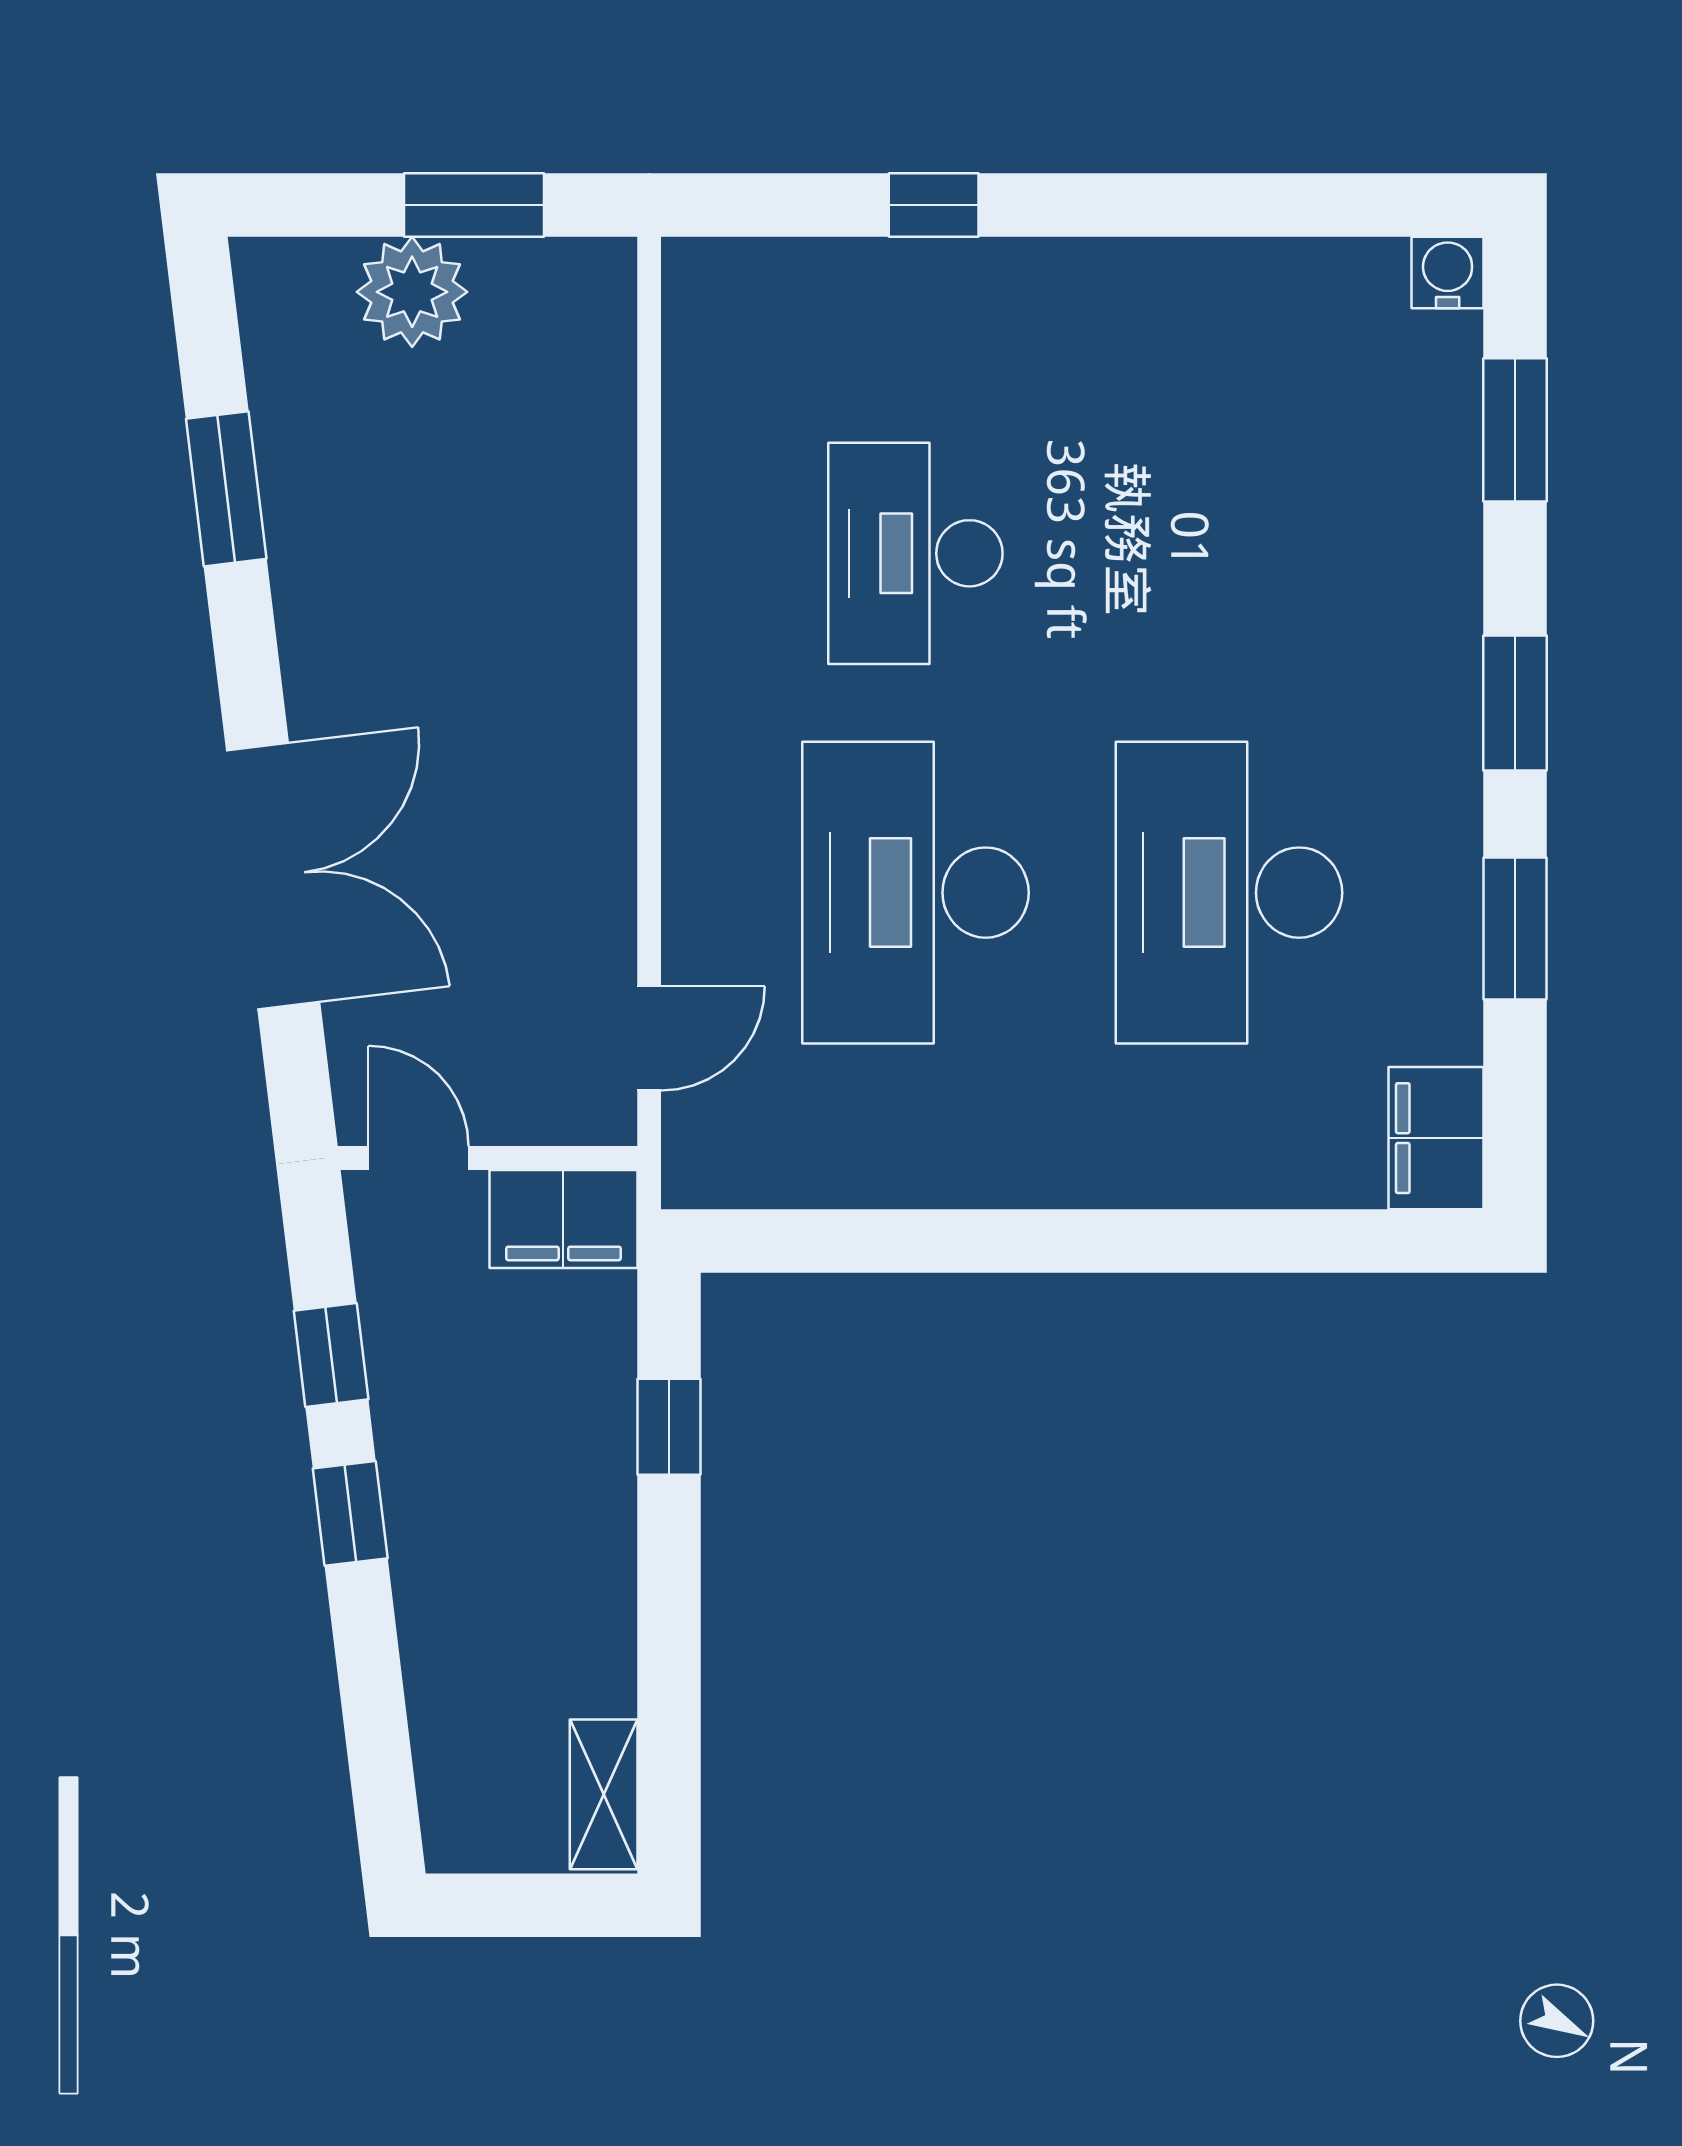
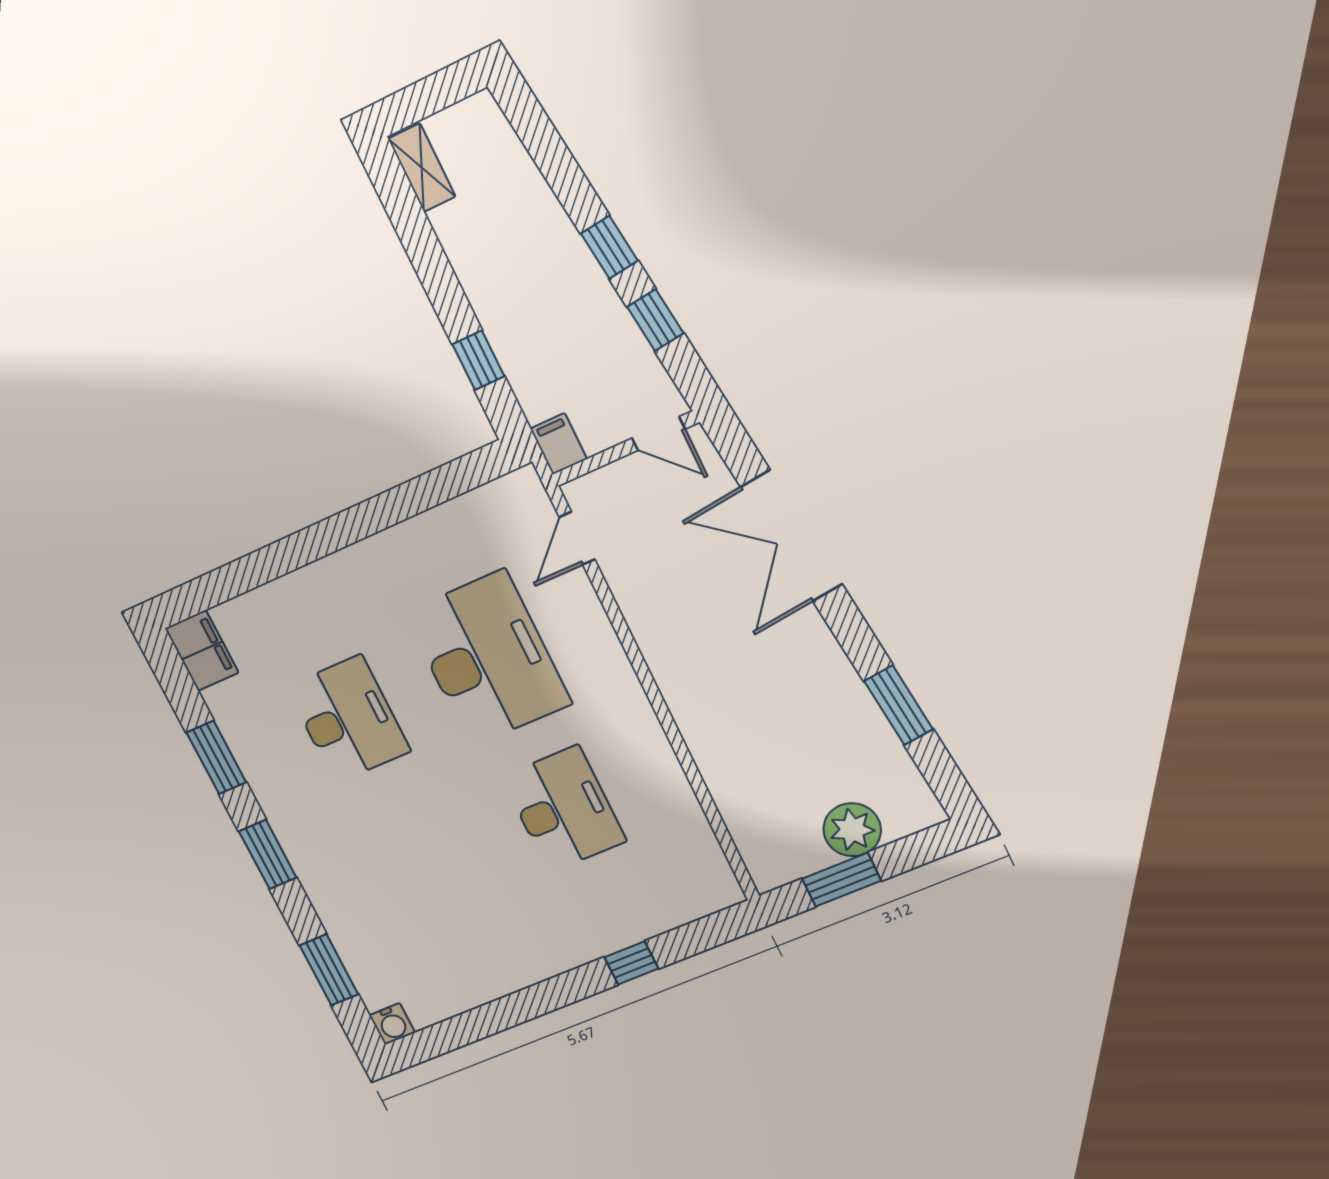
desk: (1229, 893) -> (348, 719), width x0.73, depth x0.77
filing cabinet: (563, 1219) -> (559, 444), width x0.50

